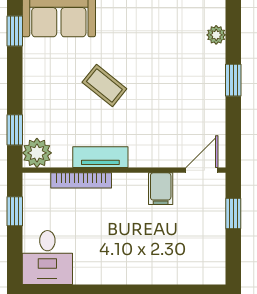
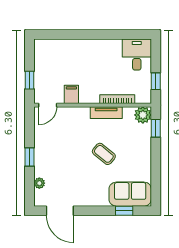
window: (15, 31) -> (156, 185), removed

